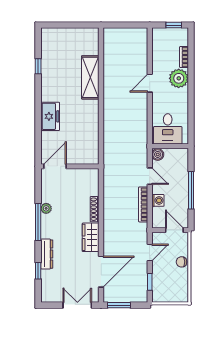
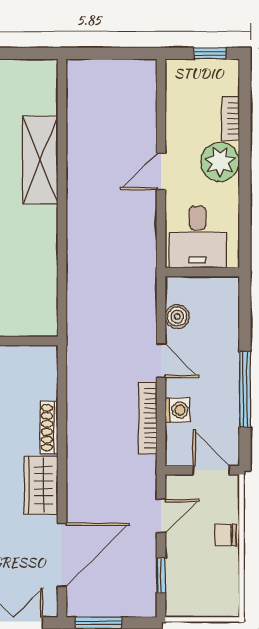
desk: (168, 129) -> (198, 237), moved
wall: (170, 146) -> (202, 272), moved

